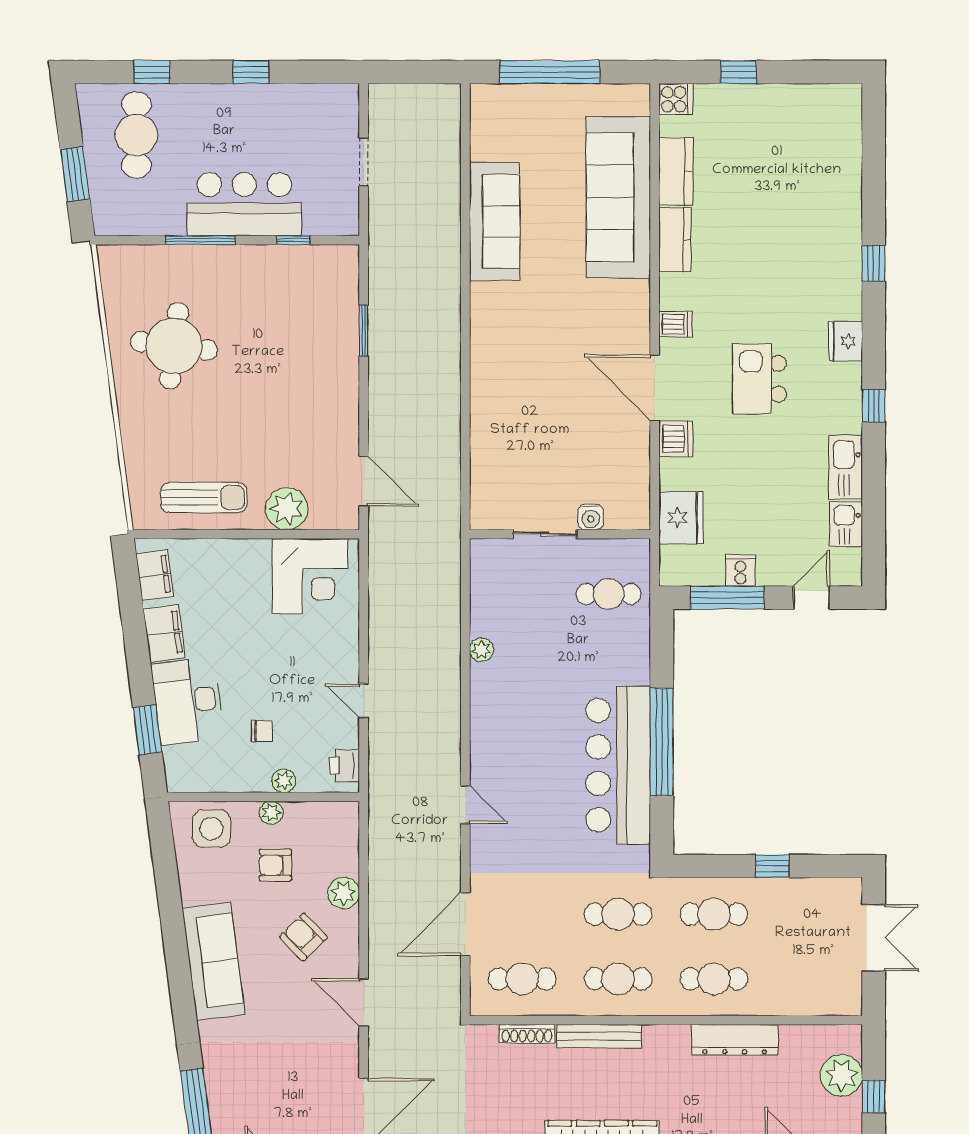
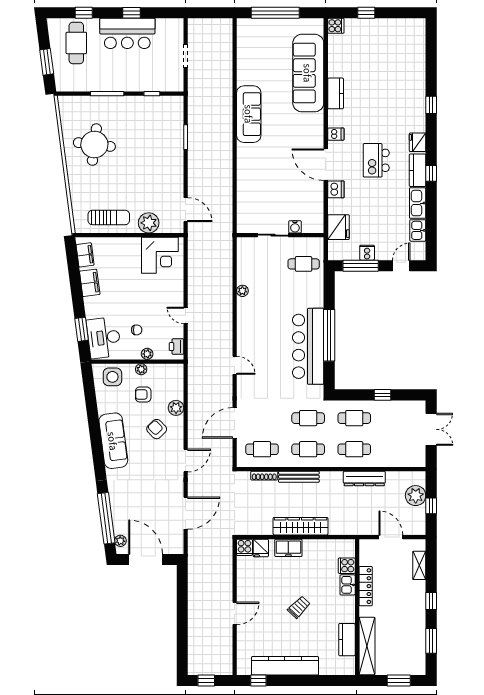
kitchen counter: (676, 171) -> (418, 170), moved, turned 180
bar counter: (244, 204) -> (127, 33), moved, turned 180
sofa: (495, 221) -> (249, 114), moved
desk: (188, 701) -> (104, 338), moved
door: (364, 1002) -> (186, 461), swing flipped

